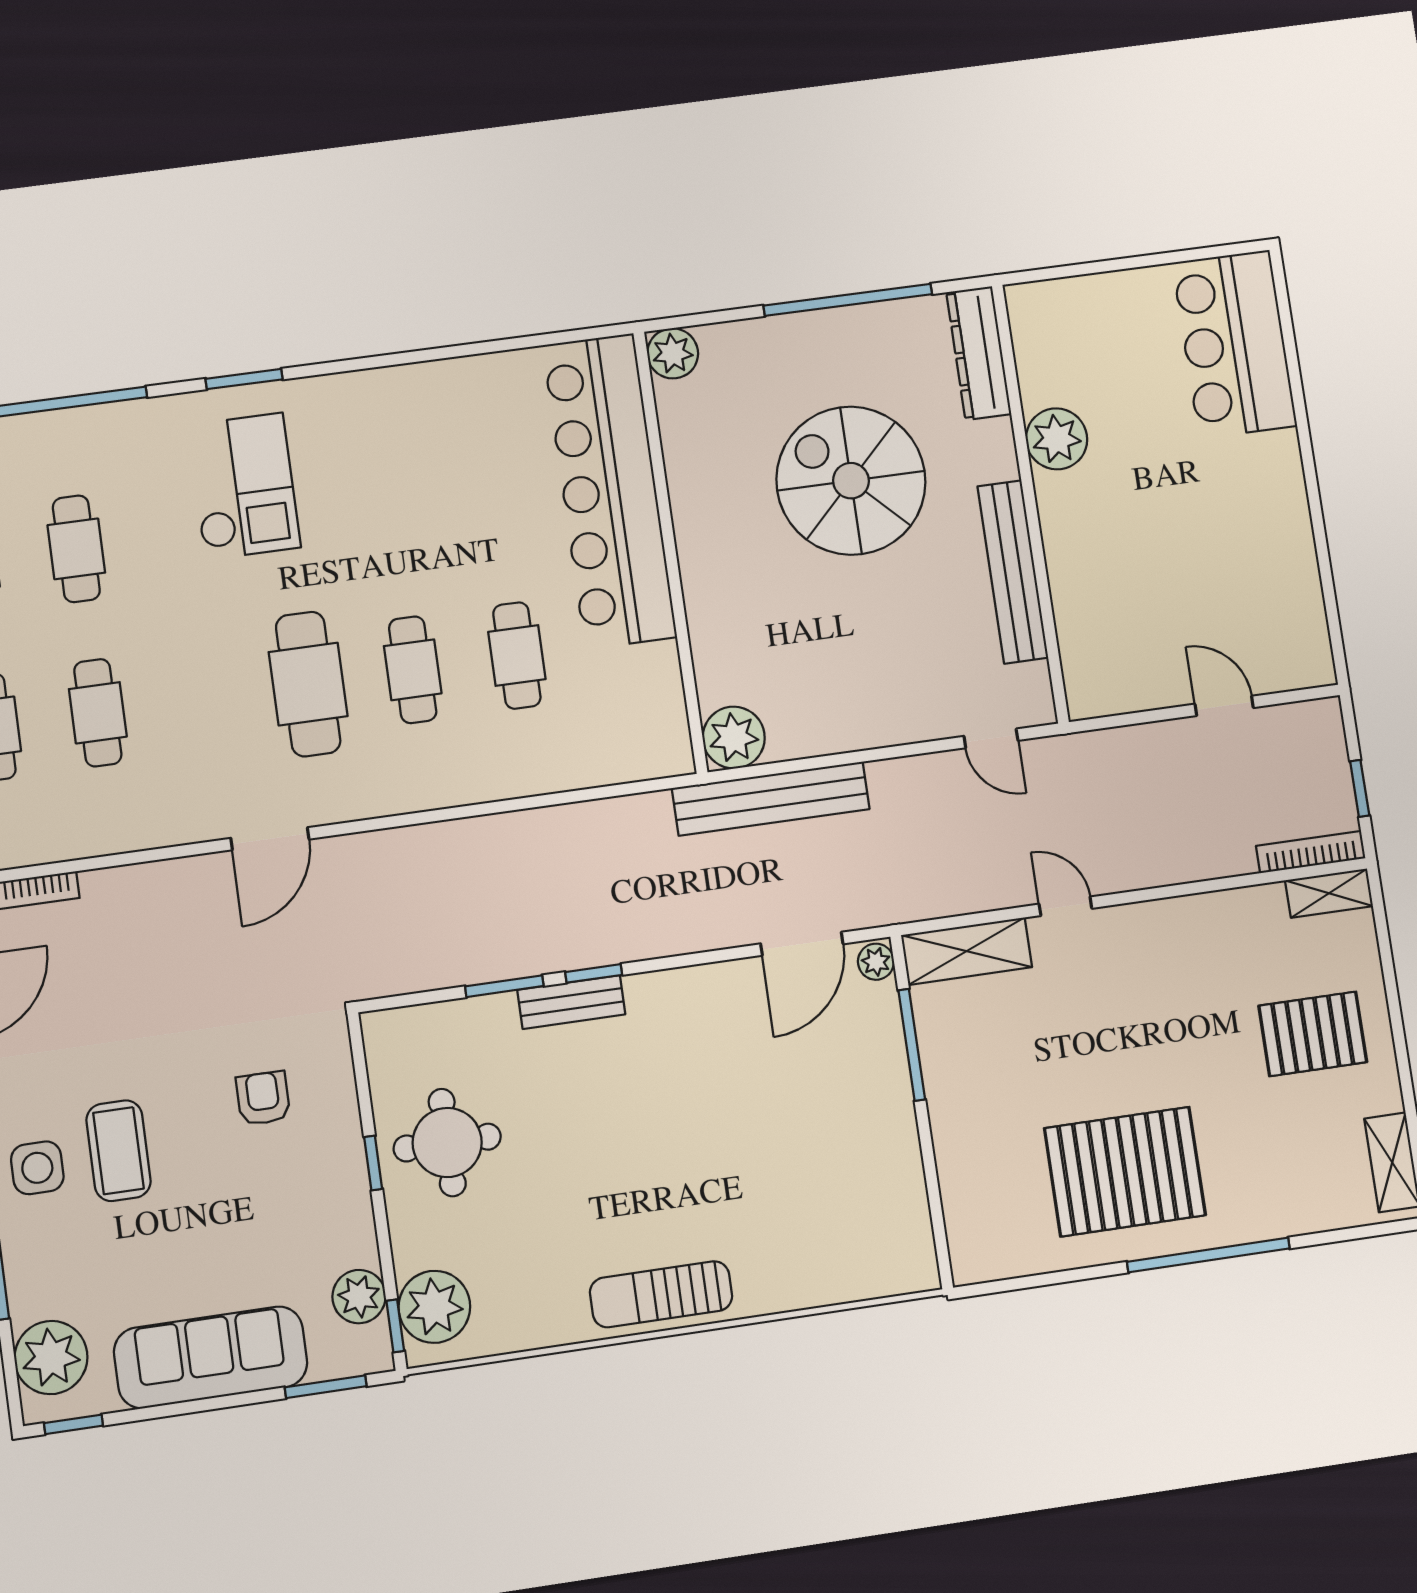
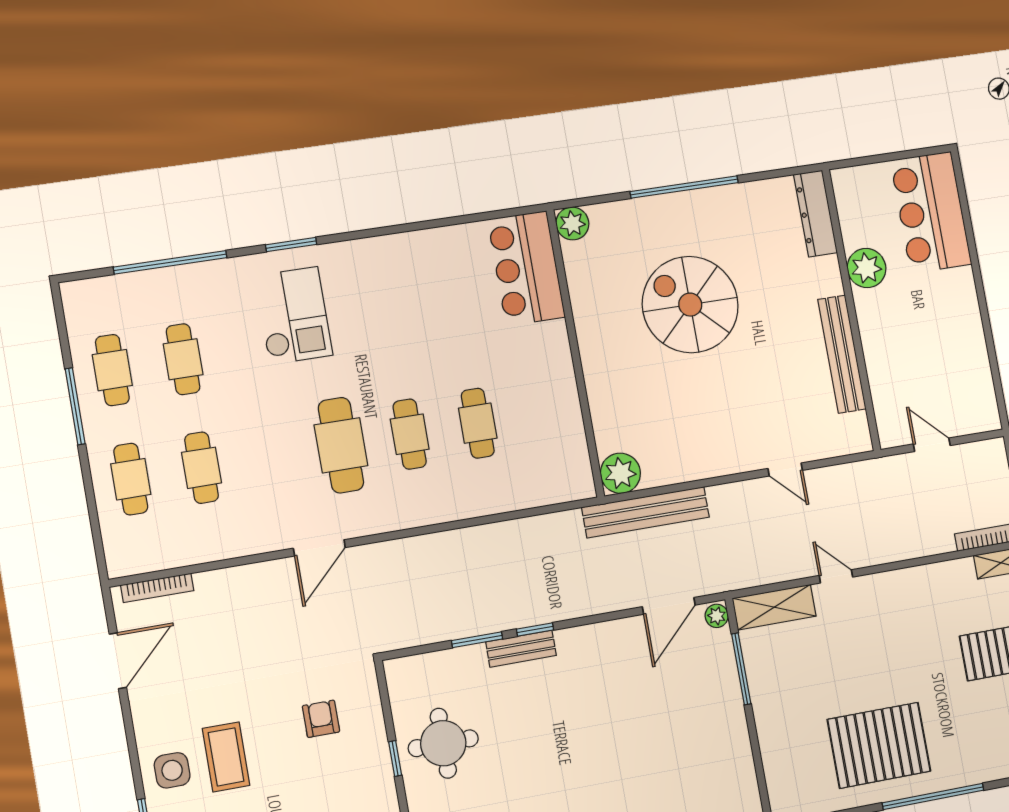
dresser: (979, 353) -> (816, 214), moved
plant: (1057, 439) -> (867, 268), moved
bar counter: (610, 491) -> (526, 268), width x0.54
wall: (1030, 503) -> (851, 310), moved
bench: (1013, 572) -> (842, 354), moved

